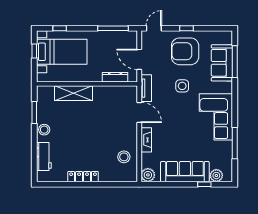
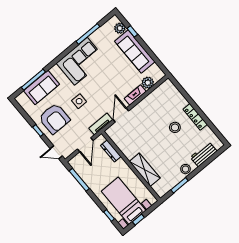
stool: (124, 157) -> (175, 127), moved
plant: (148, 175) -> (148, 83), moved

